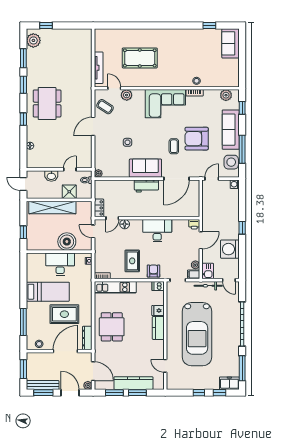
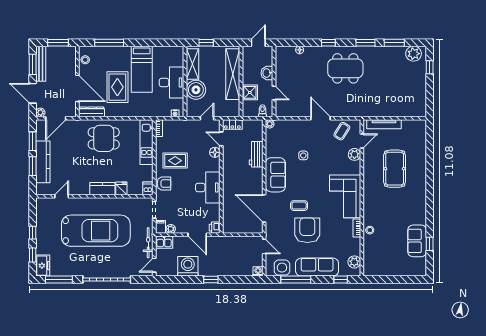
sofa: (231, 43) -> (417, 241), moved, turned -90
workbench: (146, 186) -> (256, 154), moved
shelving: (43, 245) -> (192, 64), added
car: (197, 334) -> (96, 231), turned 180
door: (70, 393) -> (33, 93), swing flipped

